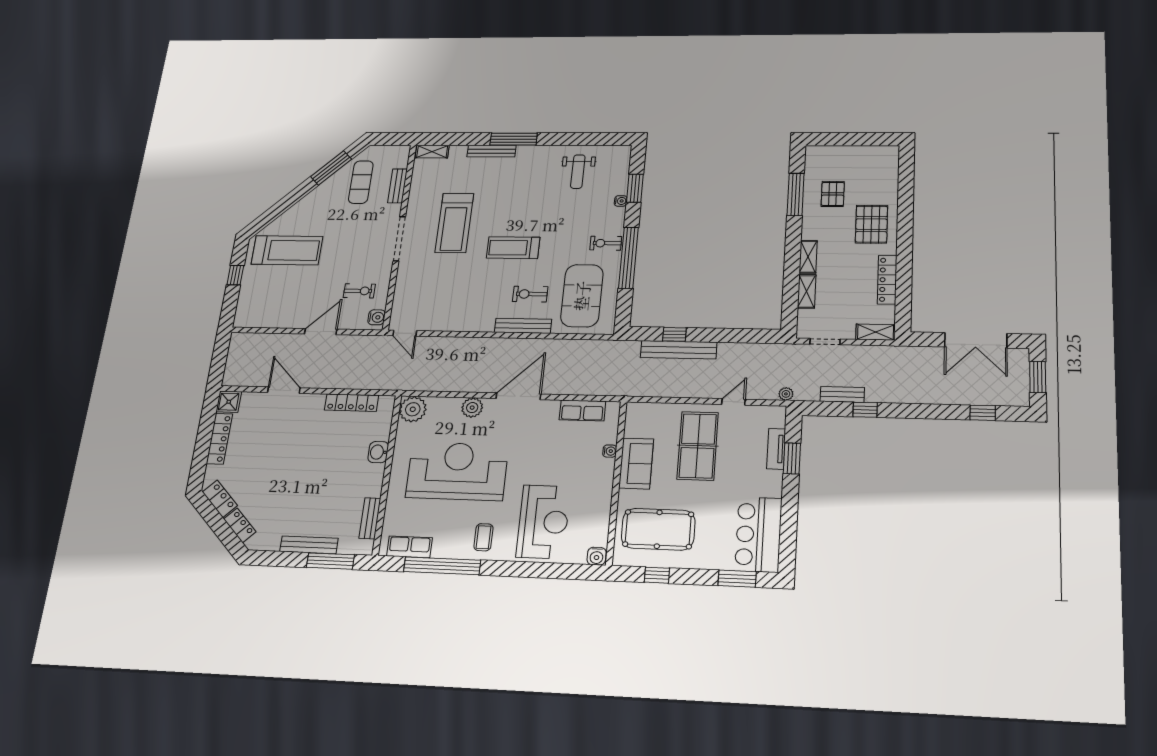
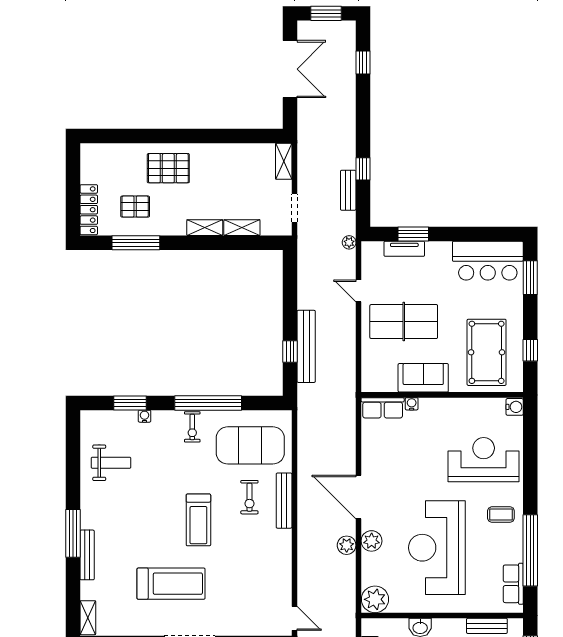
locker: (887, 280) -> (89, 210), moved, turned -90
door: (405, 333) -> (294, 618), hinge flipped
plant: (471, 384) -> (347, 545), added
row of seats: (582, 410) -> (383, 408), moved, turned 90

